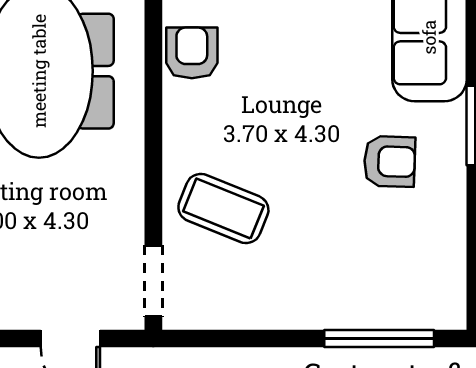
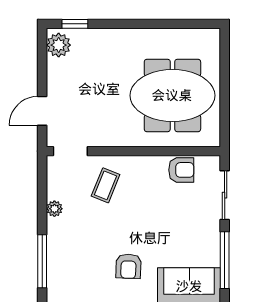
coffee table: (223, 209) -> (106, 185), width x0.73, depth x0.77
plant: (271, 313) -> (54, 209), added

